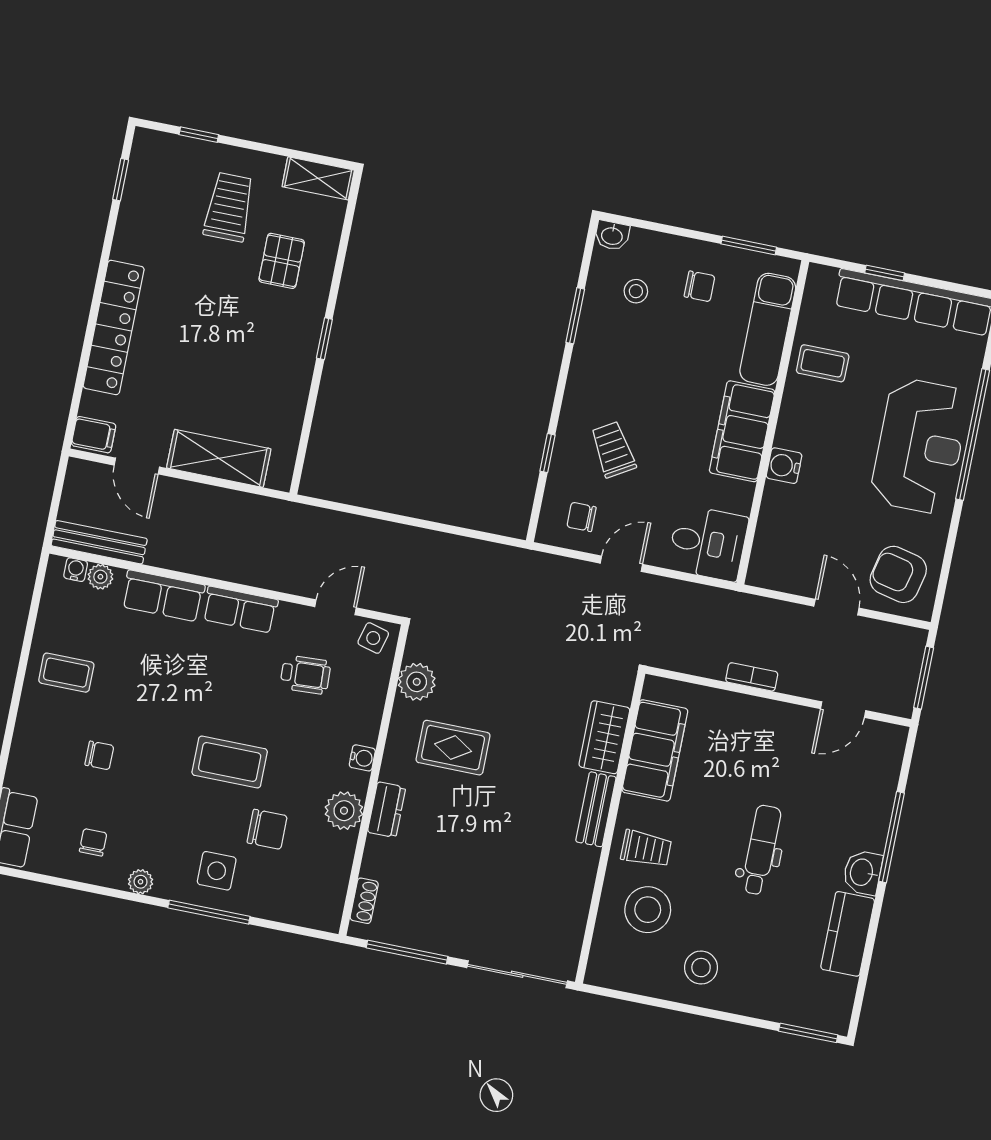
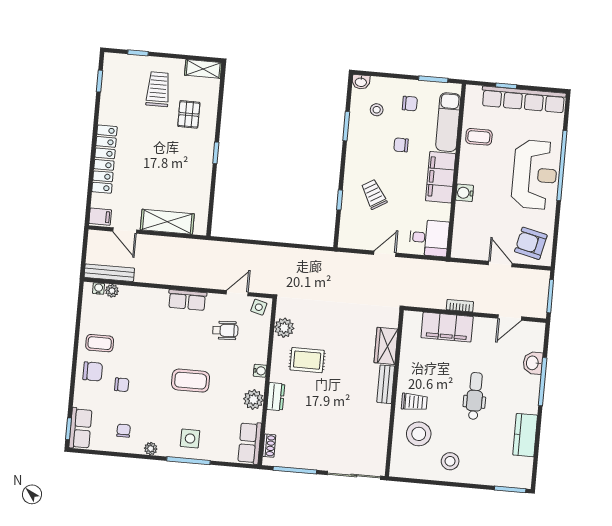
chair: (582, 517) -> (401, 145), moved
row of seats: (163, 596) -> (250, 443), moved, turned 90
filing cabinet: (655, 750) -> (447, 327), moved, turned 90
chair: (267, 829) -> (93, 371), moved
washbasin: (862, 872) -> (533, 363), moved

